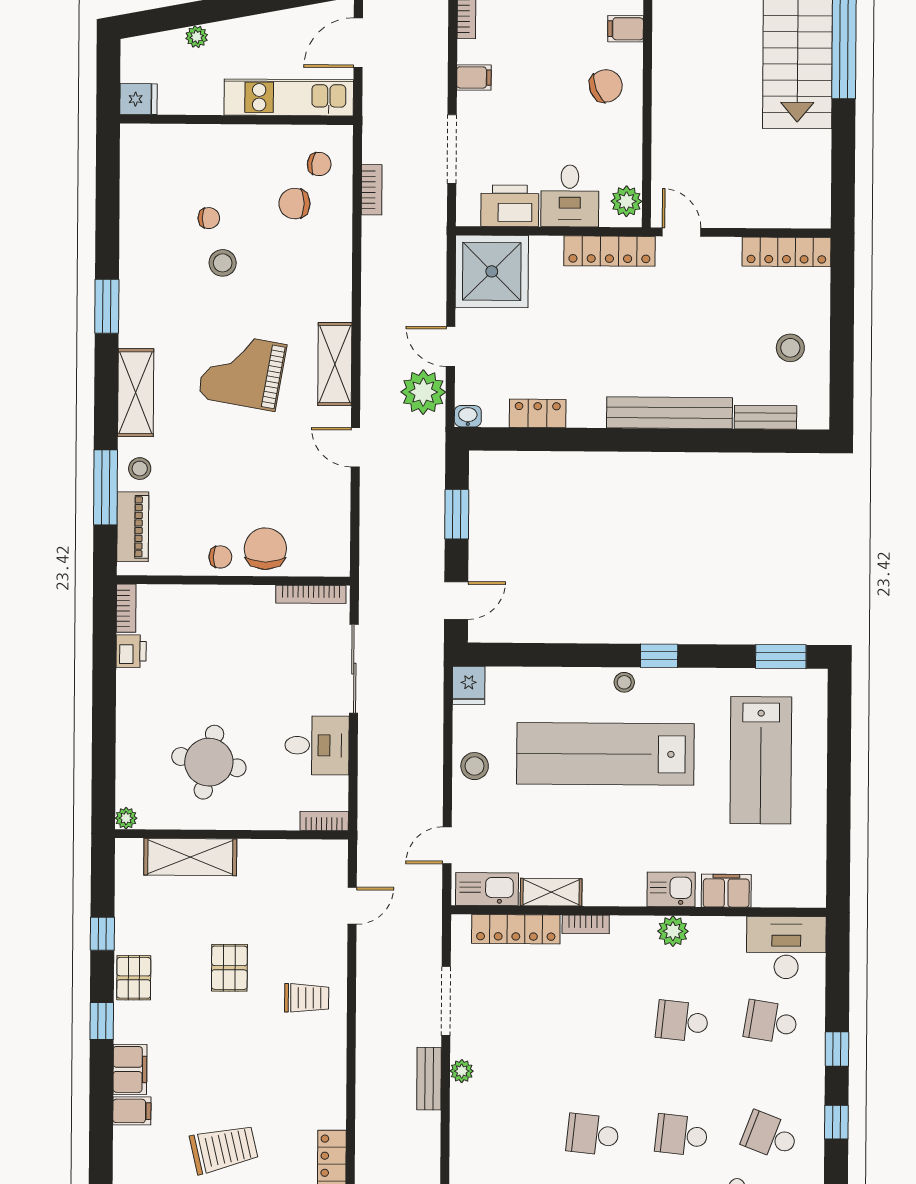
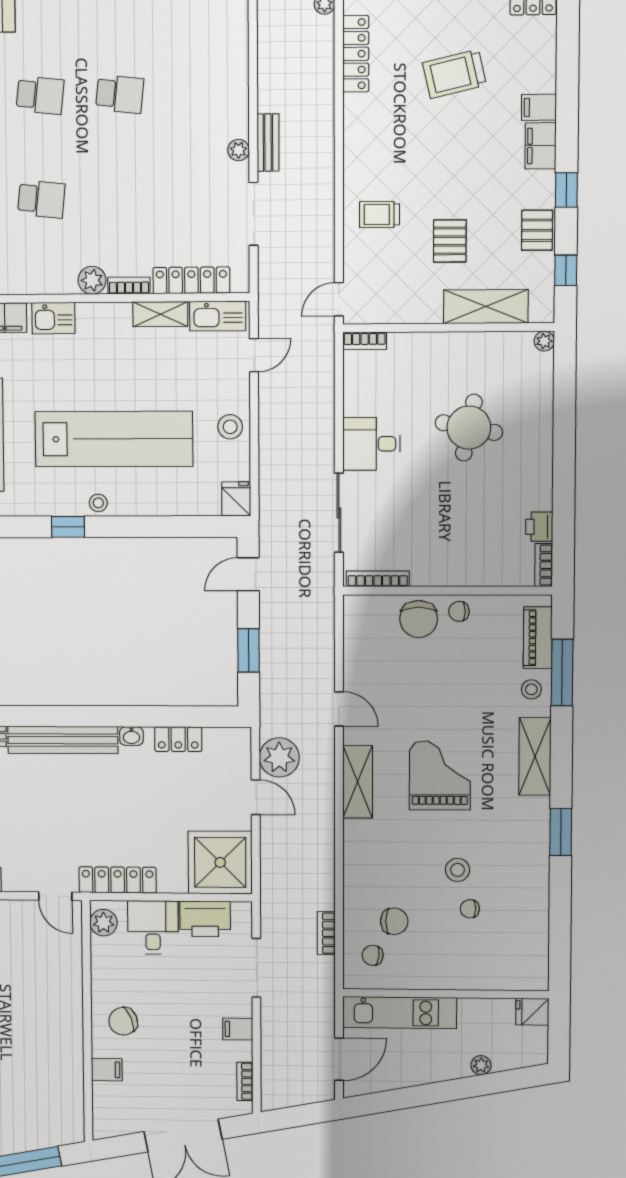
grand piano: (242, 371) -> (440, 775), turned -100
washbasin: (468, 416) -> (131, 736), moved
plant: (126, 818) -> (544, 341), moved
bookcase: (324, 821) -> (365, 341), moved
wall: (232, 834) -> (448, 328), moved
shelving: (190, 857) -> (486, 307), moved
plant: (673, 931) -> (92, 280), moved

